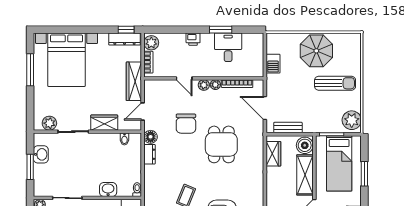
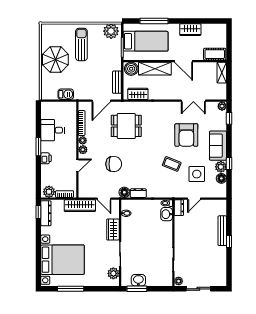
window: (221, 30) -> (38, 147), moved
dining table: (221, 144) -> (126, 126), moved
window: (30, 167) -> (137, 289), moved
window: (364, 174) -> (154, 21), width x1.44
washbasin: (108, 190) -> (167, 214), moved

